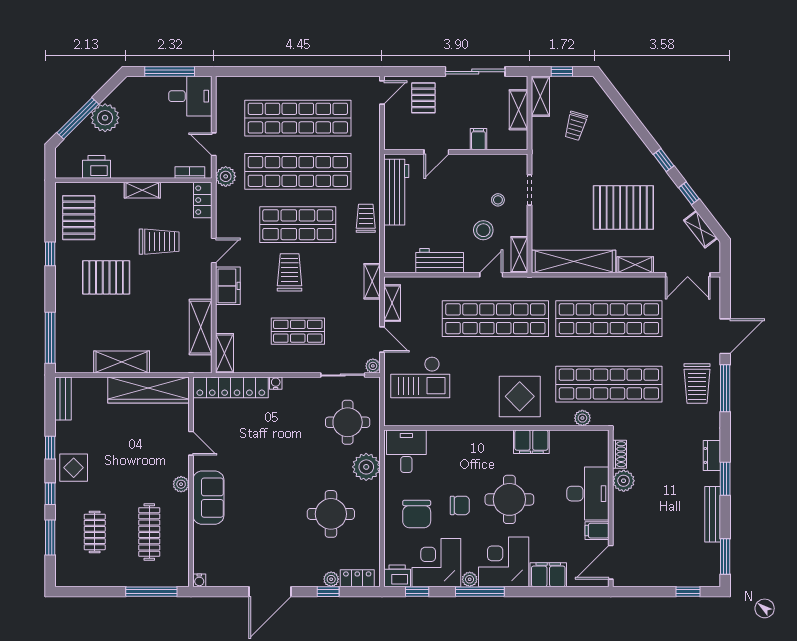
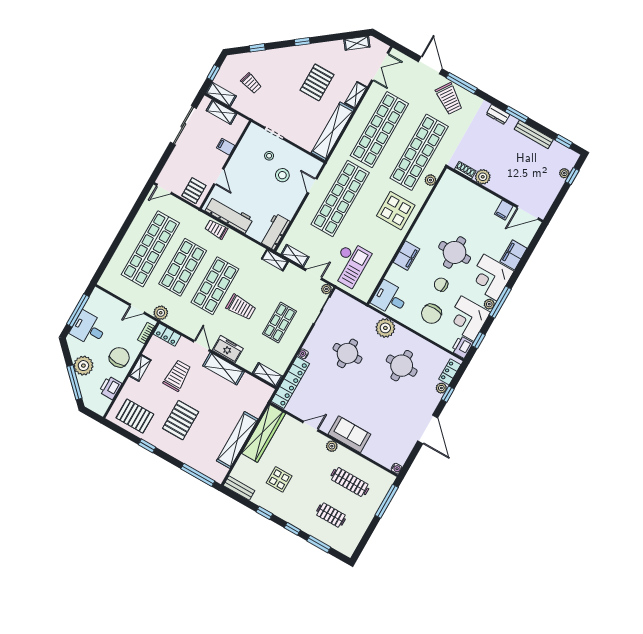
door: (382, 93) -> (164, 189), swing flipped
desk: (190, 96) -> (88, 329), moved, turned -90
pallet: (423, 98) -> (194, 191), moved, turned 90
chair: (141, 157) -> (119, 357), added
shop shelf: (298, 171) -> (183, 267), width x0.71
window: (689, 193) -> (257, 48), moved
pallet: (623, 207) -> (317, 82), width x0.73, depth x0.71
trolley: (366, 218) -> (216, 229), moved
shelving: (519, 255) -> (310, 162), removed
workbench: (440, 261) -> (275, 232), moved
trolley: (290, 272) -> (241, 307), turned 180
shelving: (201, 327) -> (223, 369), moved
shelving: (122, 362) -> (237, 440), width x1.47
trolley: (697, 383) -> (449, 99), turned 34
round table: (348, 422) -> (347, 353), moved
filing cabinet: (531, 442) -> (406, 256), moved
display table: (74, 468) -> (279, 479), moved
desk: (588, 494) -> (478, 203), removed
chair: (460, 505) -> (441, 285), turned -90
chair: (417, 514) -> (431, 314), turned 90
window: (725, 557) -> (564, 141), width x0.67
door: (611, 562) -> (528, 213), hinge flipped
plant: (686, 580) -> (564, 173), added

